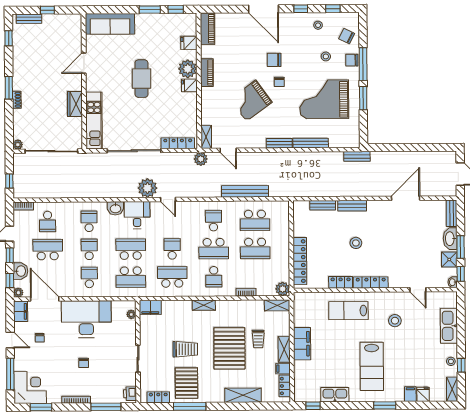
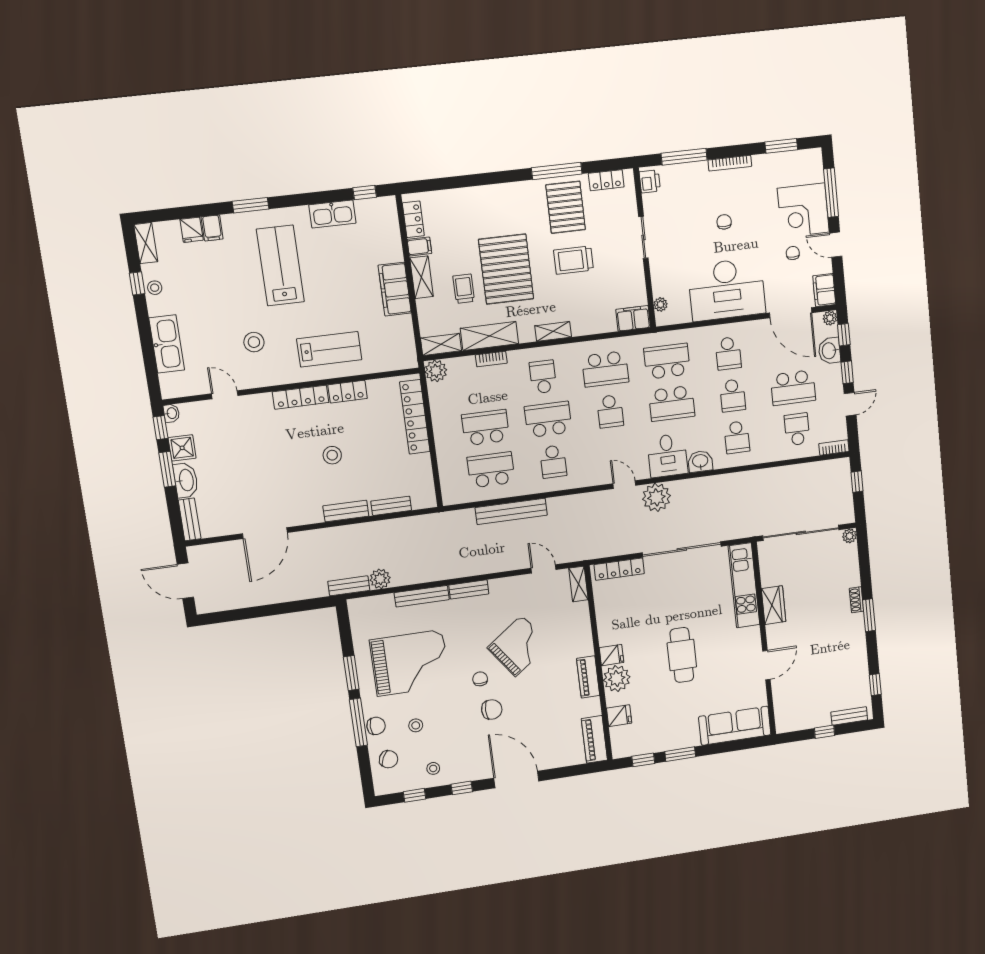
plant: (201, 159) -> (380, 579), moved
corner desk: (30, 388) -> (803, 210), moved
shelving: (243, 395) -> (489, 336), moved

